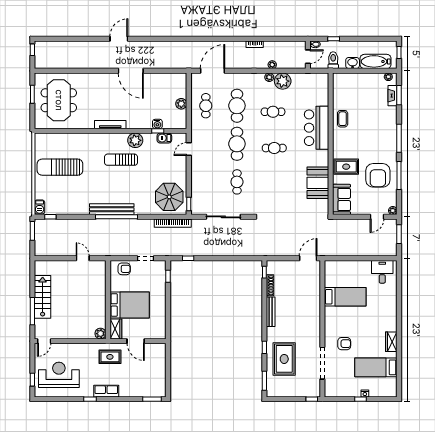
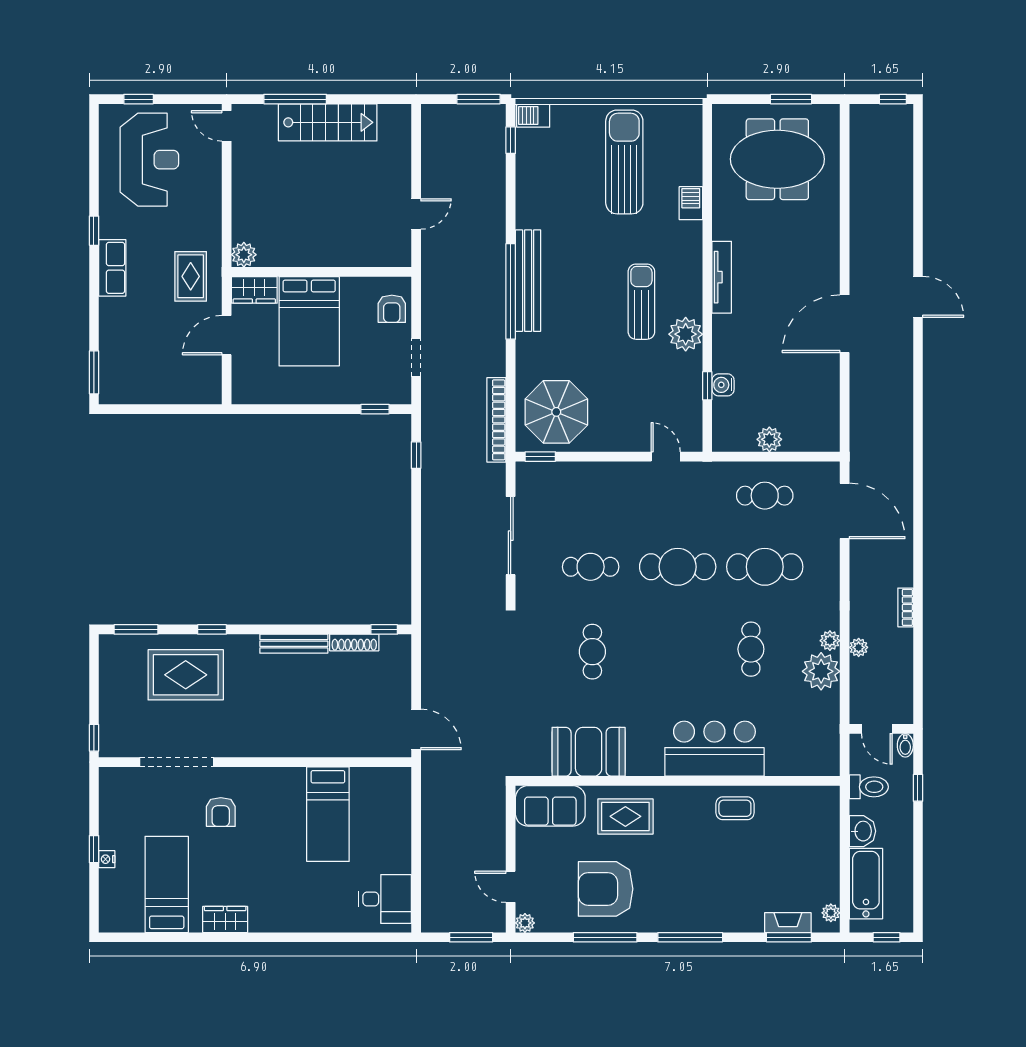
barbecue: (164, 138) -> (691, 203), moved
cafe table: (274, 148) -> (592, 652), moved
rug: (346, 167) -> (625, 816), turned 90

